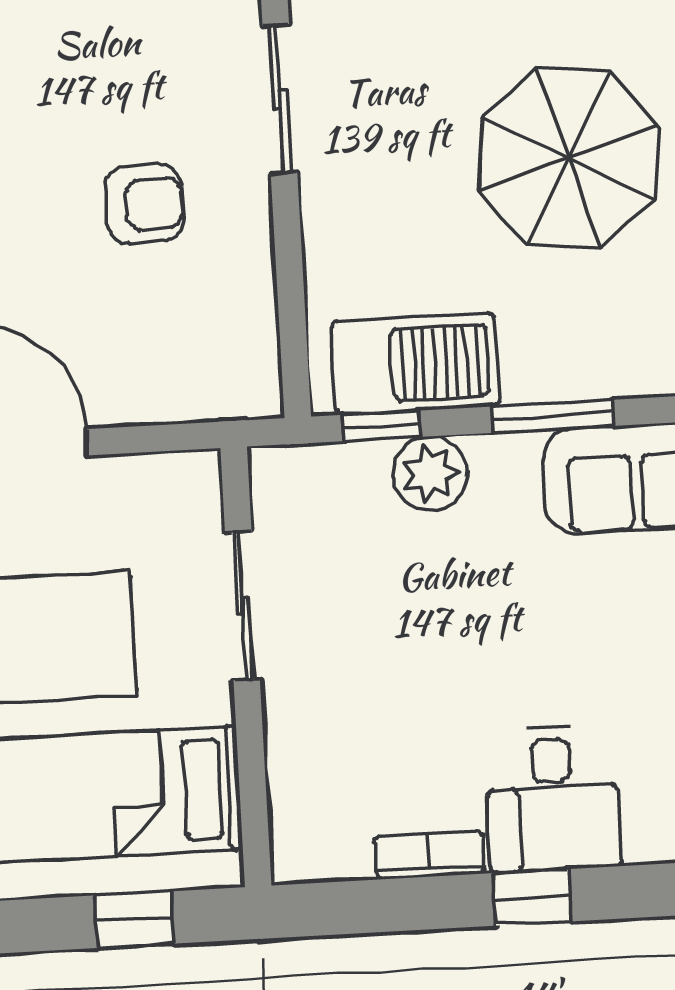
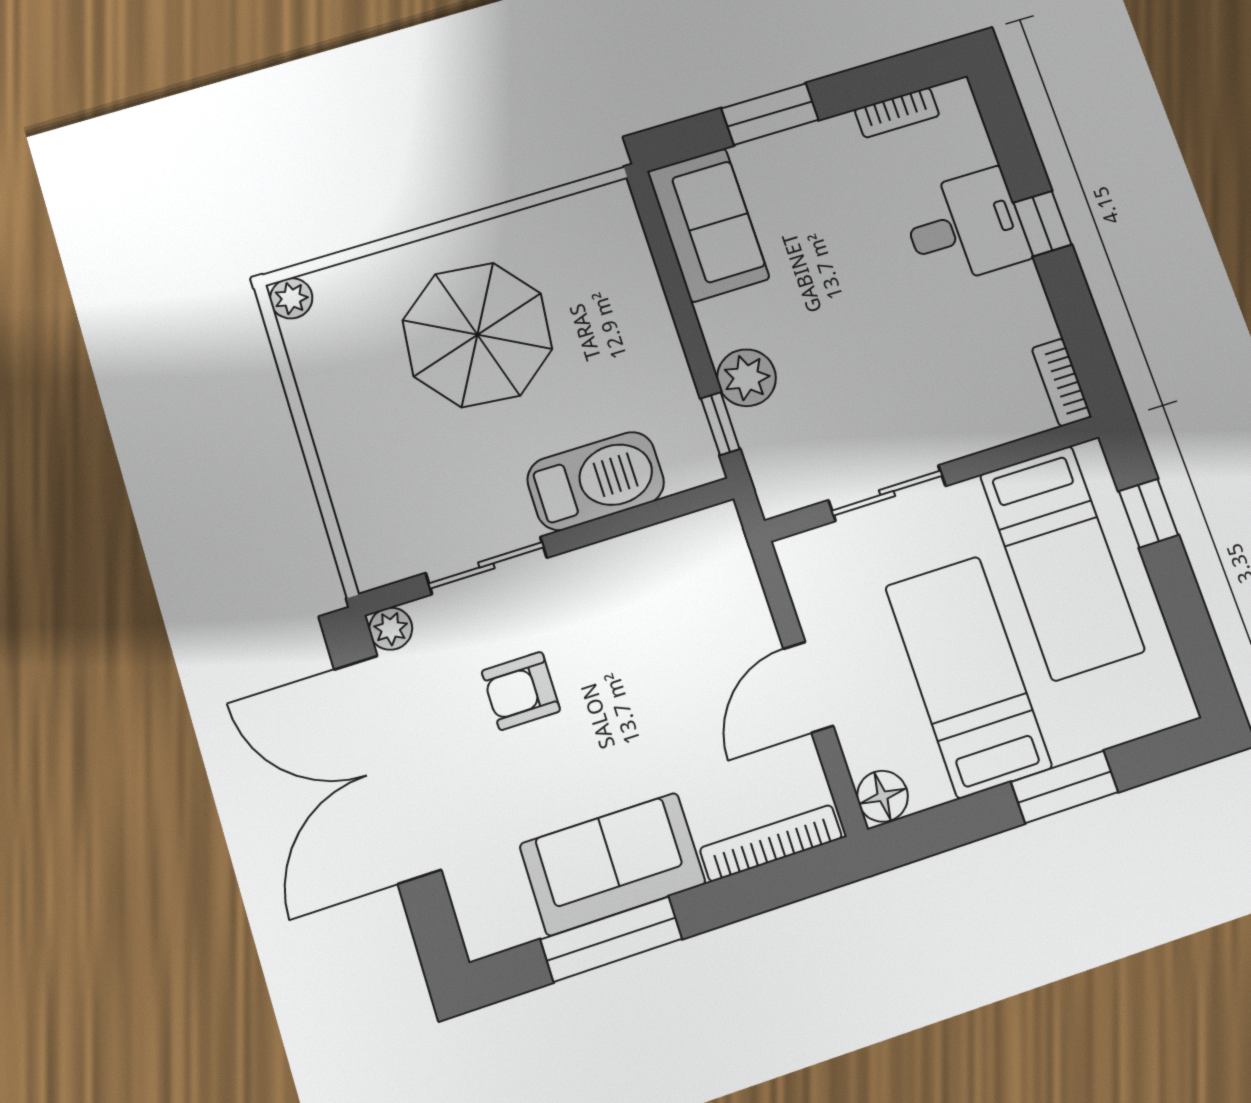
armchair: (145, 204) -> (521, 691), moved, turned -90
barbecue: (415, 364) -> (596, 481), moved, turned 90
window: (552, 416) -> (678, 298), removed
bookcase: (430, 855) -> (1062, 382), moved

